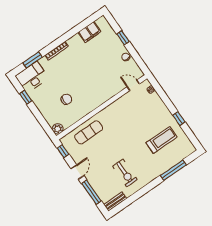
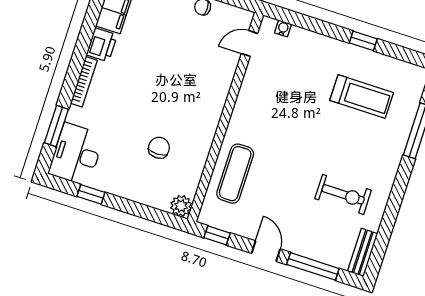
printer: (75, 42) -> (102, 45), added
treadmill: (162, 140) -> (362, 96), turned 90

